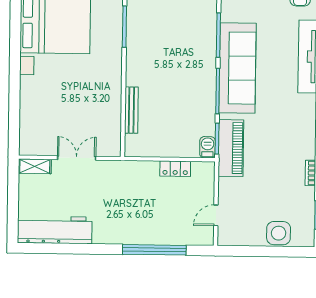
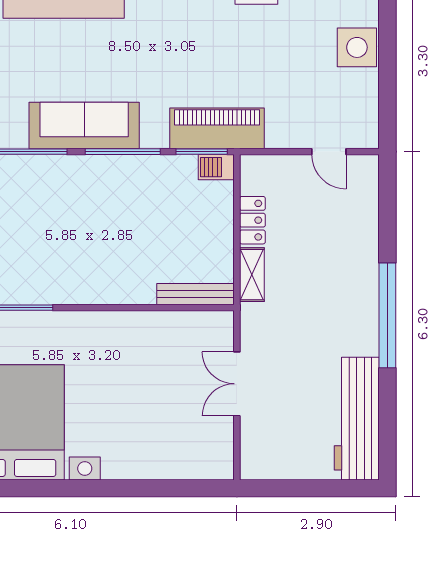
sofa: (237, 68) -> (84, 126), width x0.74, depth x0.79
bench: (131, 110) -> (196, 294), moved
shelving: (35, 166) -> (252, 275), moved
window: (154, 250) -> (387, 315), moved

